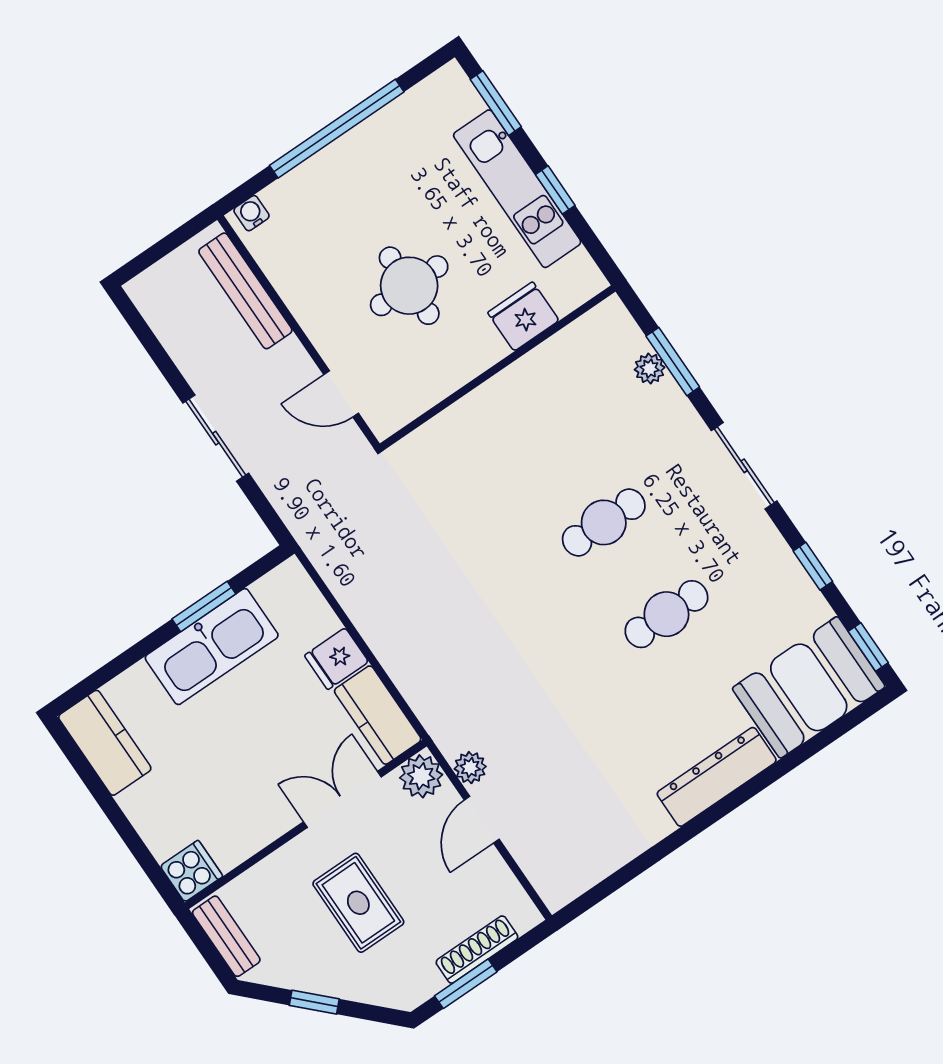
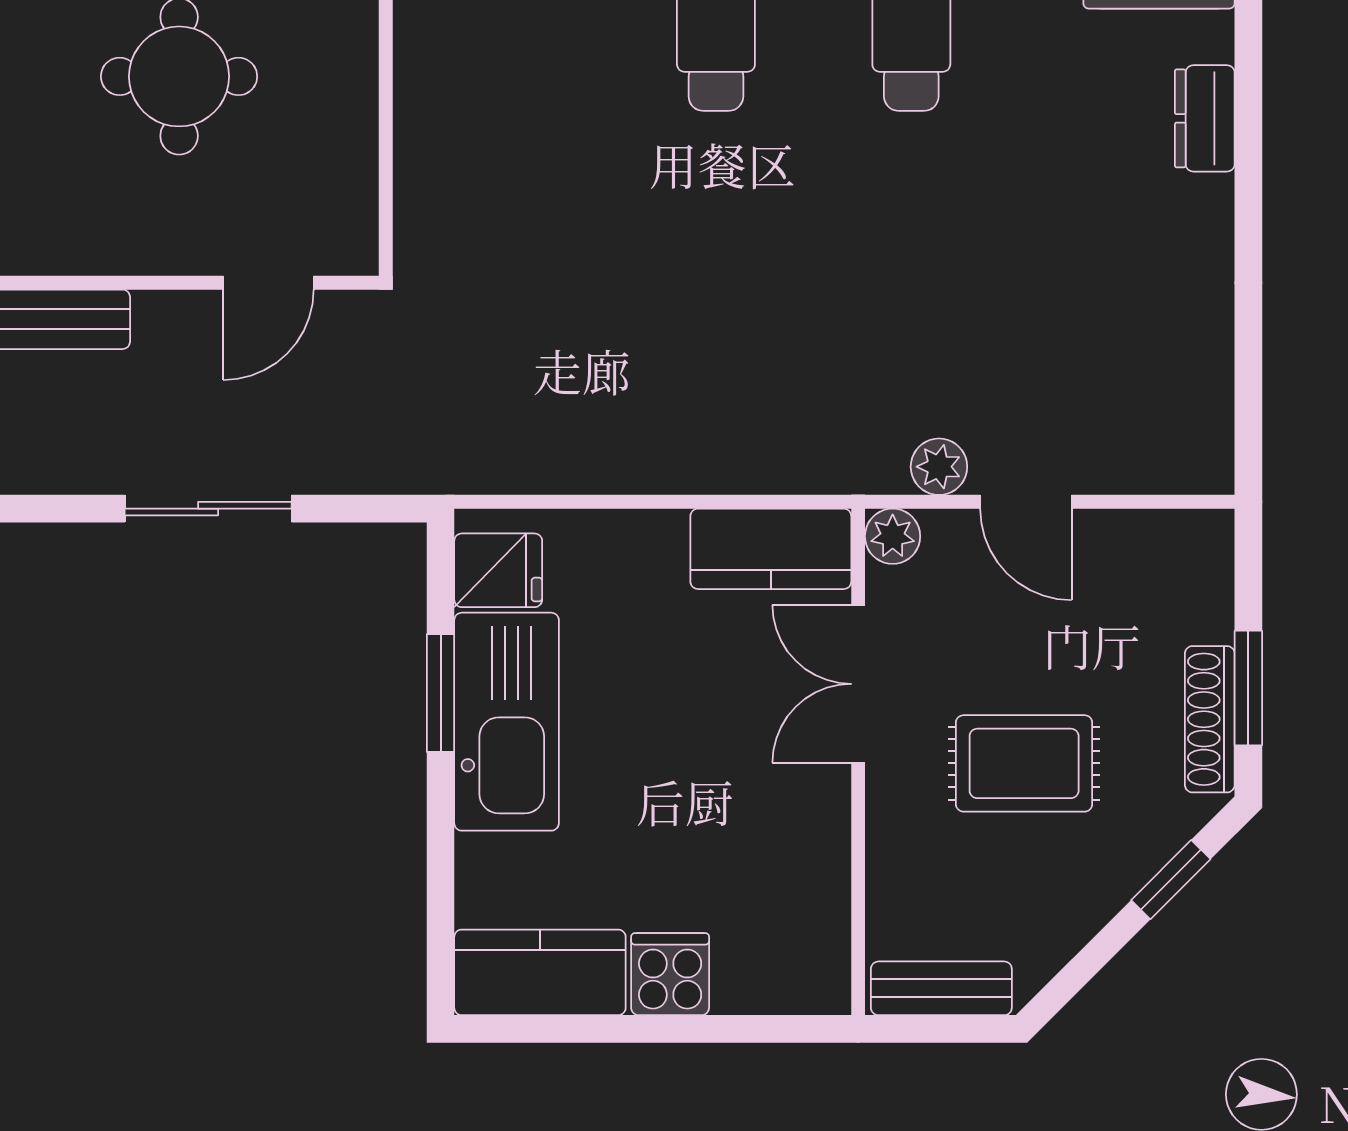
fridge: (336, 659) -> (498, 570), moved, turned -90
plant: (421, 776) -> (893, 536), width x0.73, depth x0.73
dresser: (717, 777) -> (1205, 118), width x0.51, depth x0.80
cooker: (191, 871) -> (670, 974), moved
shoe rack: (477, 950) -> (1210, 719), moved
window: (314, 1002) -> (1171, 880), moved

